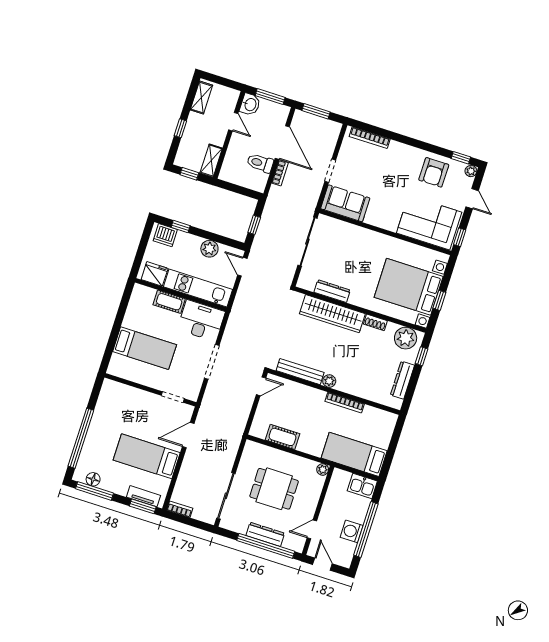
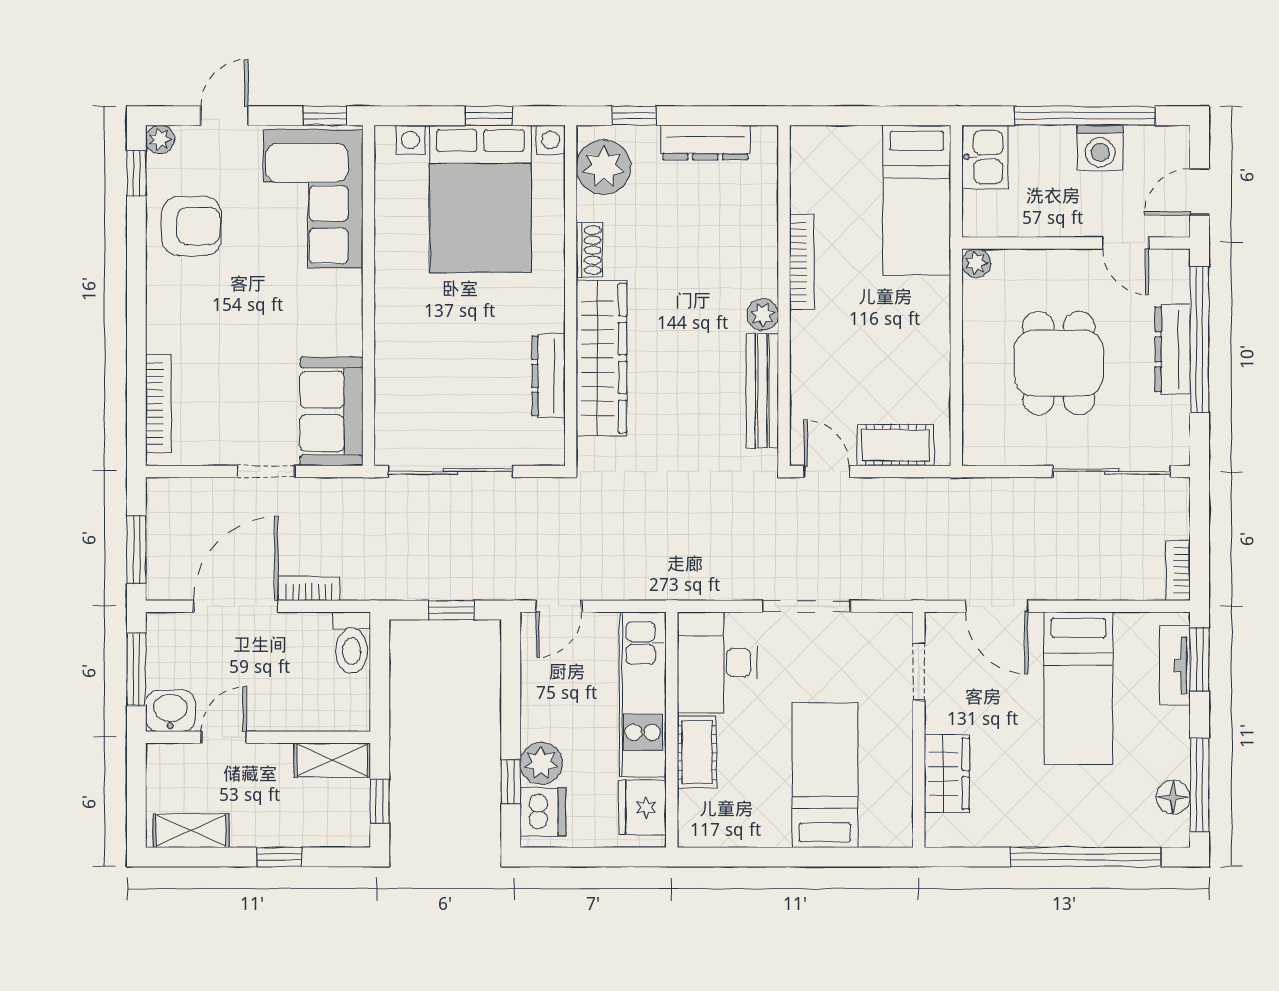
toilet: (260, 163) -> (352, 643), moved
plant: (209, 249) -> (541, 763), moved
wardrobe: (130, 395) -> (947, 774), added
cot: (283, 437) -> (896, 445), moved, turned 90

